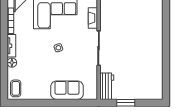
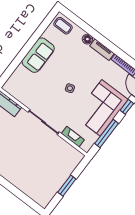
sofa: (67, 90) -> (38, 55), moved

